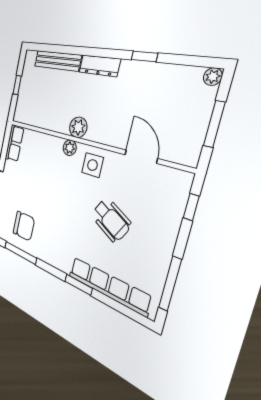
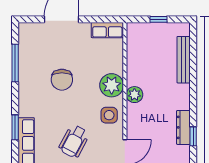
dresser: (99, 66) -> (183, 127), moved
plant: (70, 148) -> (112, 85), width x1.88, depth x1.88
chair: (24, 226) -> (62, 80), moved

